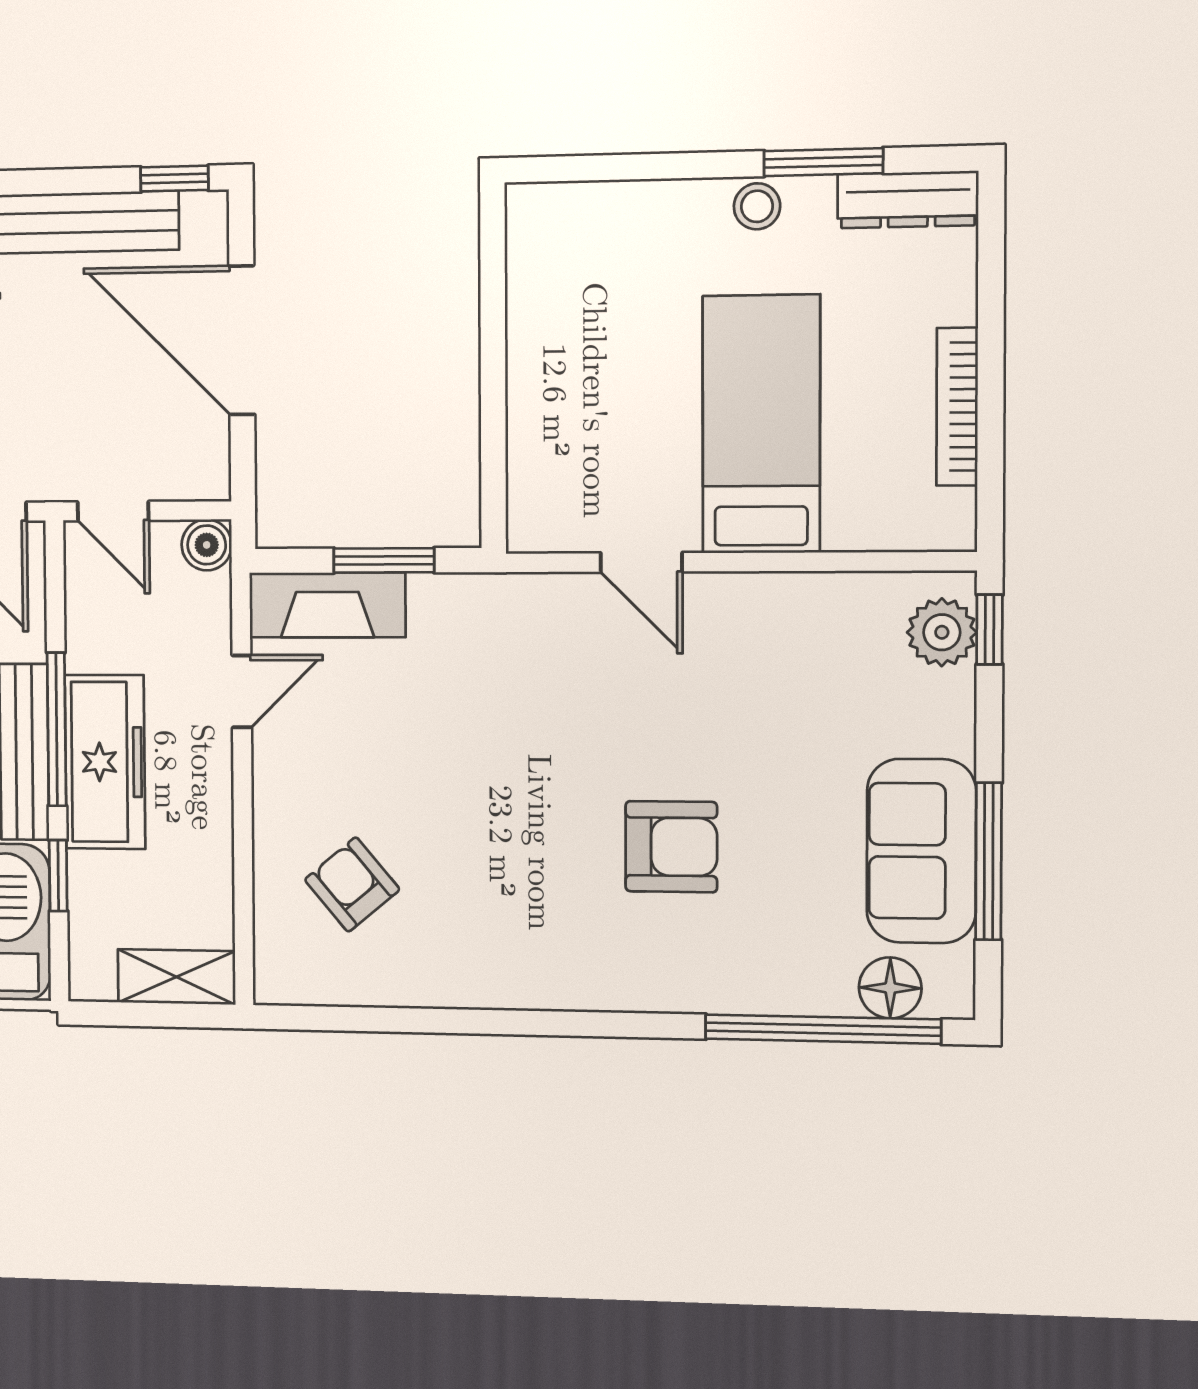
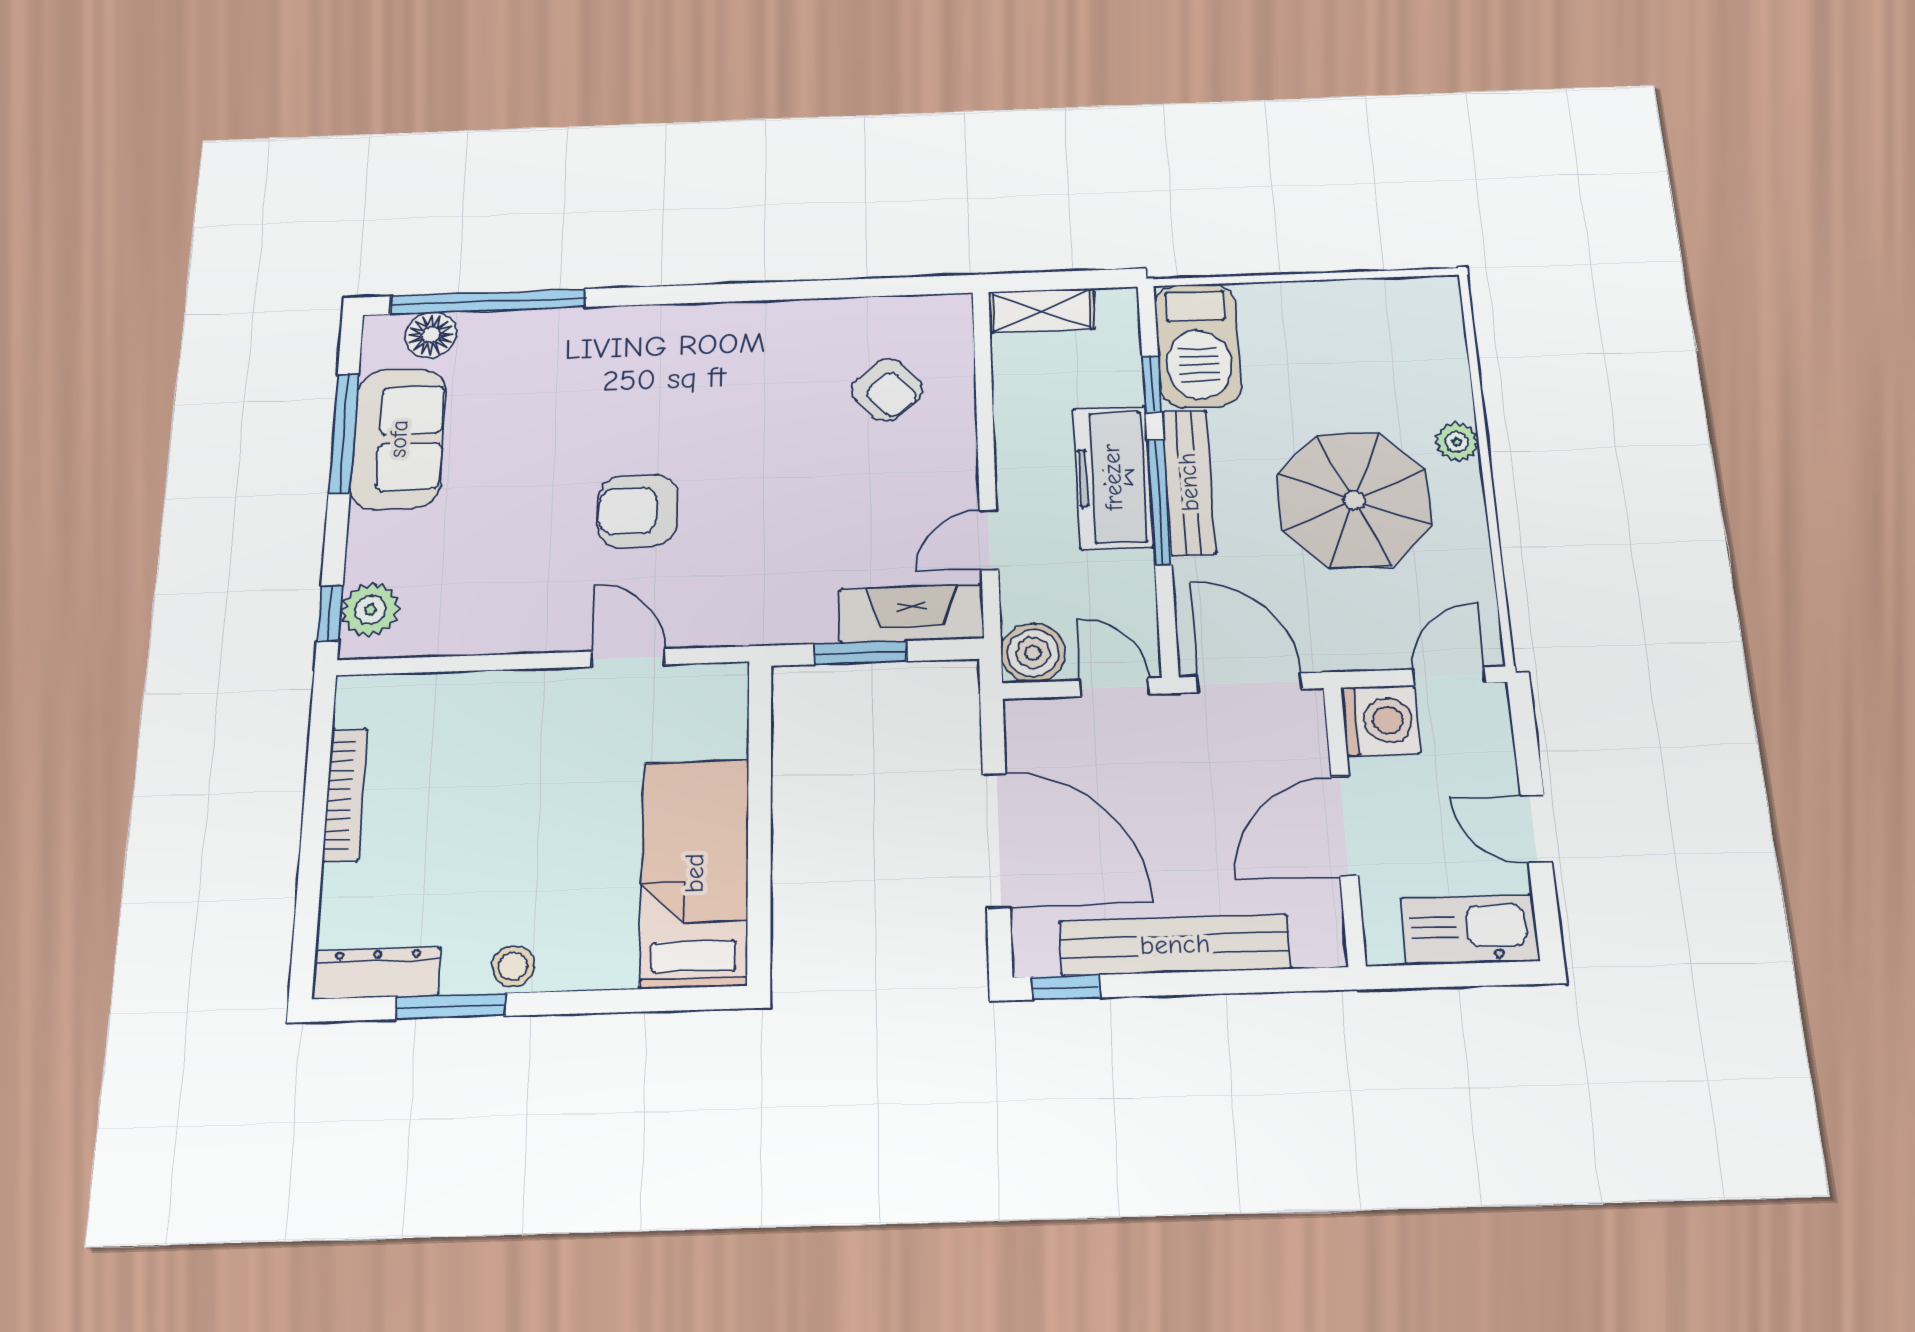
bed: (761, 424) -> (695, 873), moved, turned 180
boiler: (207, 545) -> (1033, 653), width x1.36, depth x1.36
armchair: (671, 847) -> (638, 511), moved

